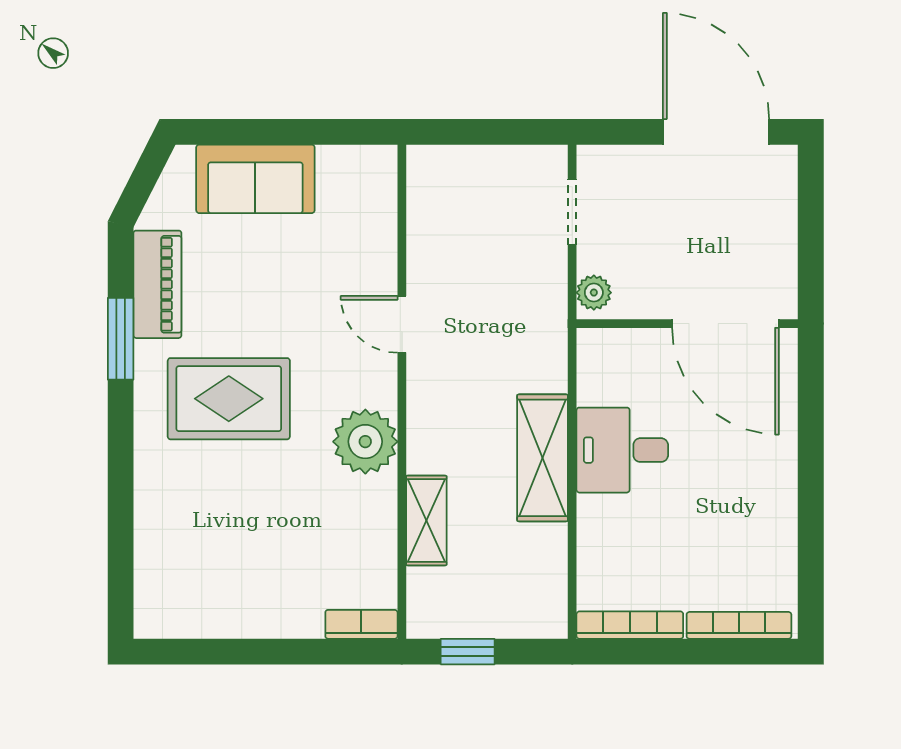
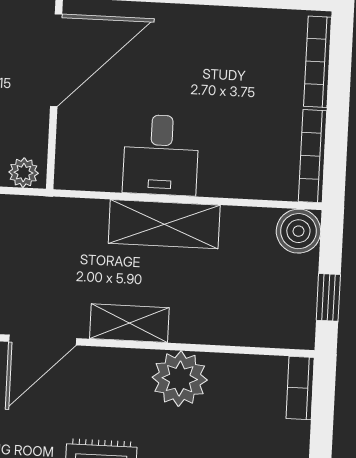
door: (402, 324) -> (43, 340), width x1.38
plant: (365, 442) -> (180, 379), moved
shelving: (426, 520) -> (129, 323), moved
boiler: (542, 613) -> (298, 231), added

